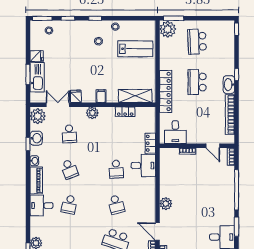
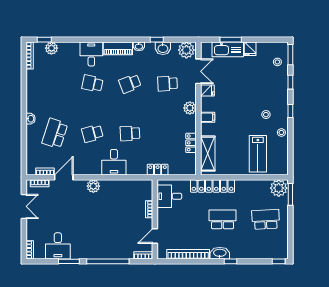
desk: (143, 165) -> (114, 162), moved

